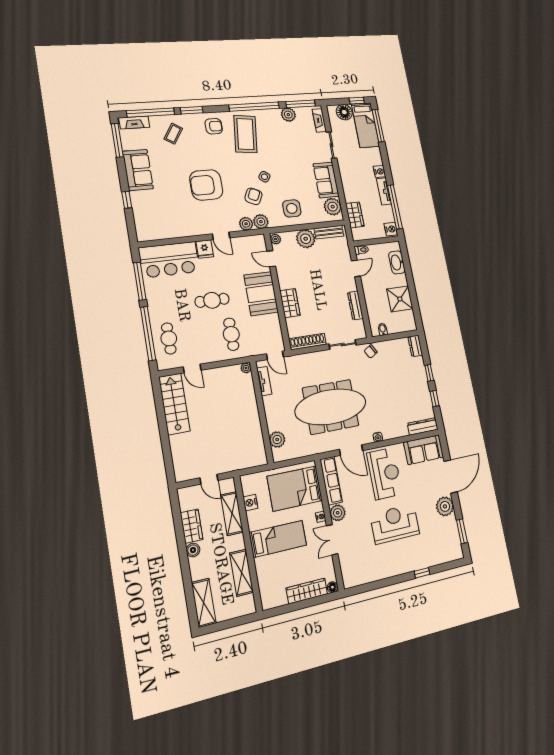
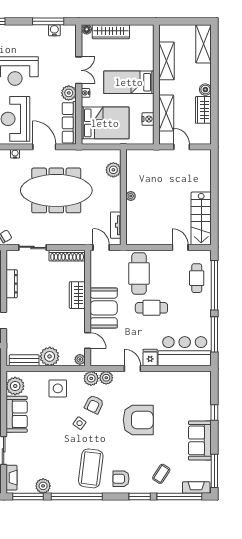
cafe table: (231, 334) -> (139, 273), width x1.37, depth x1.35
plant: (246, 368) -> (131, 196), moved
water cooler: (365, 578) -> (54, 30), added
window: (373, 586) -> (48, 21), added

